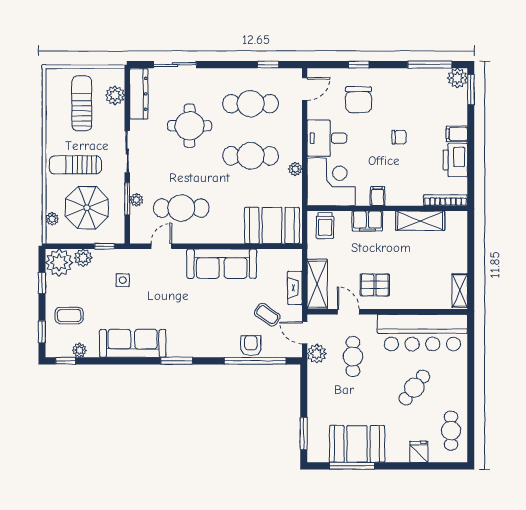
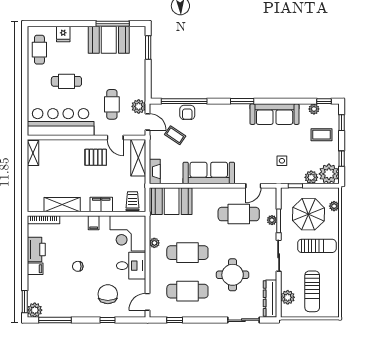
fireplace: (295, 288) -> (155, 172), moved
cafe table: (414, 388) -> (66, 81), turned 52

